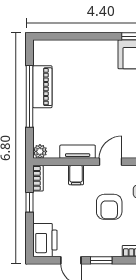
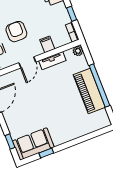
piano: (42, 87) -> (89, 91), width x1.37, depth x1.33

